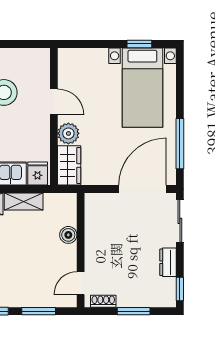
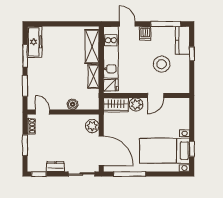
plant: (103, 203) -> (92, 126), added

